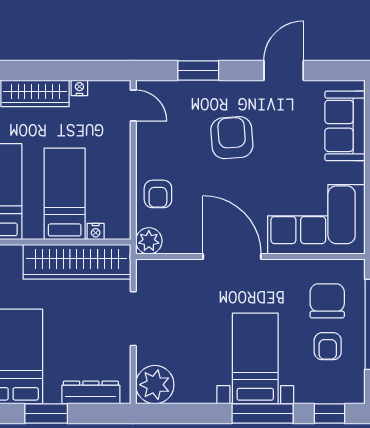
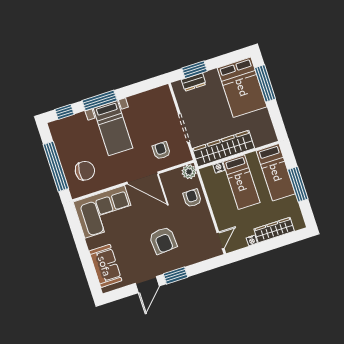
window: (198, 70) -> (175, 275), moved
door: (133, 105) -> (220, 240), swing flipped
chair: (327, 301) -> (85, 171), turned -86
armchair: (328, 346) -> (161, 151), moved
plant: (155, 385) -> (161, 97), removed
dresser: (91, 392) -> (194, 82), width x0.70
window: (46, 413) -> (194, 70), moved

